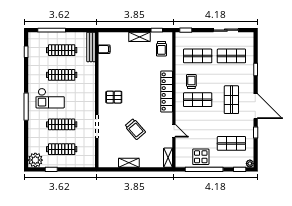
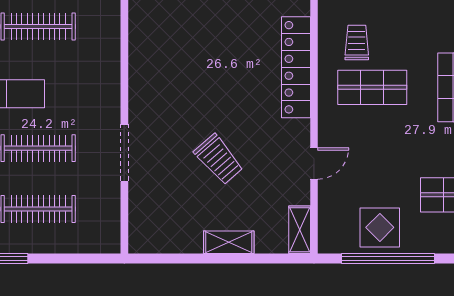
pallet: (114, 97) -> (166, 81), removed
door: (174, 131) -> (314, 163), hinge flipped
shelving: (129, 163) -> (229, 242), moved

